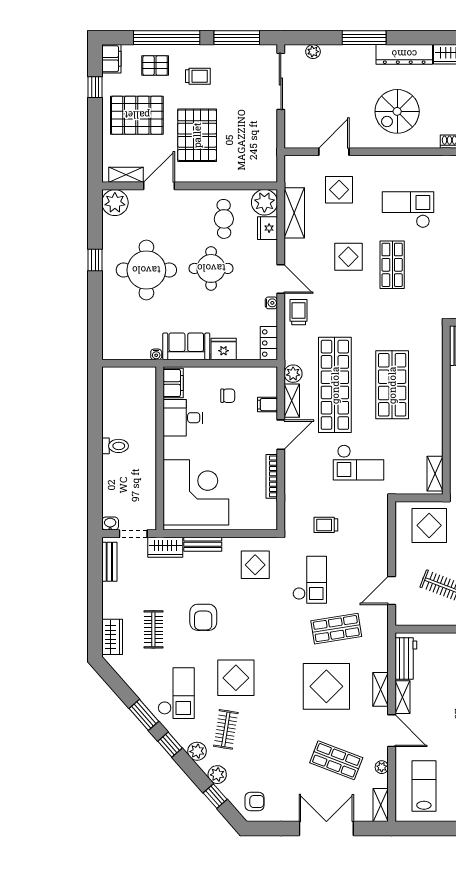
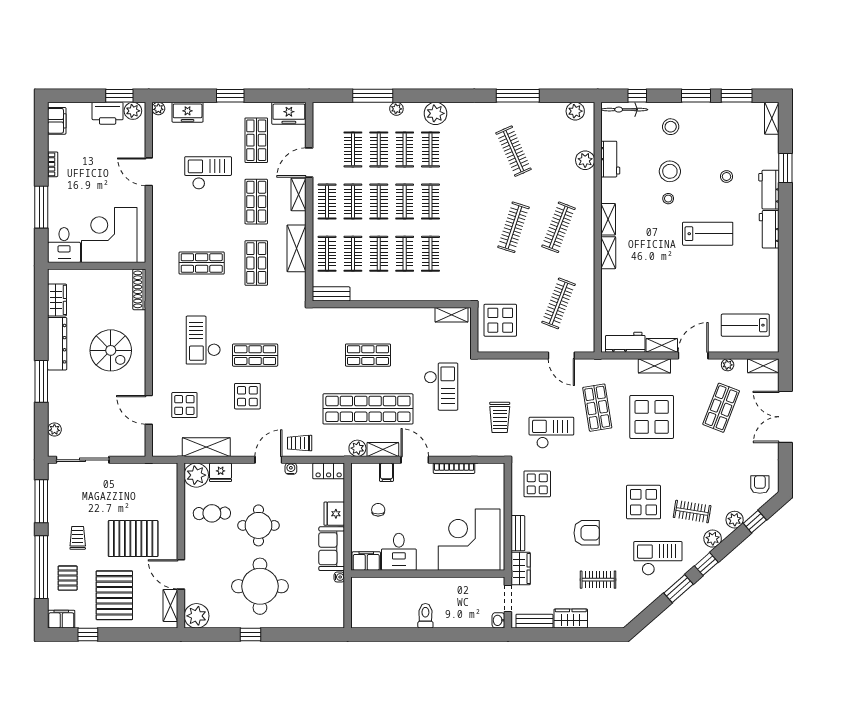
shop shelf: (392, 385) -> (368, 355), width x0.70, depth x0.74
trolley: (326, 525) -> (500, 417), width x1.36, depth x1.39
wardrobe: (112, 637) -> (571, 618), moved

